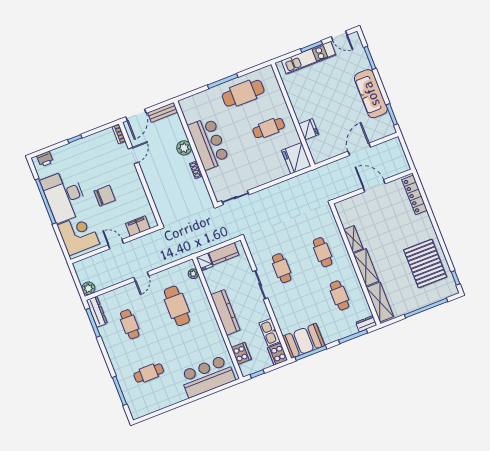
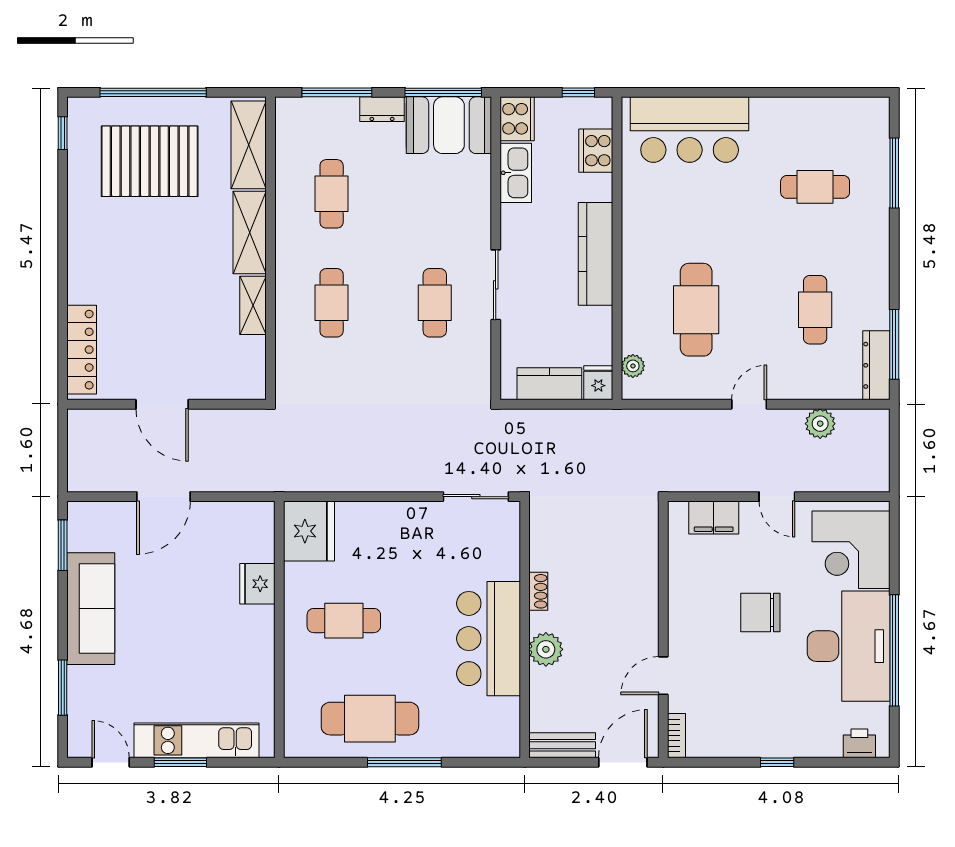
pallet: (425, 263) -> (150, 161), moved, turned 90
plant: (88, 288) -> (820, 424), moved
dresser: (366, 324) -> (382, 109), moved

